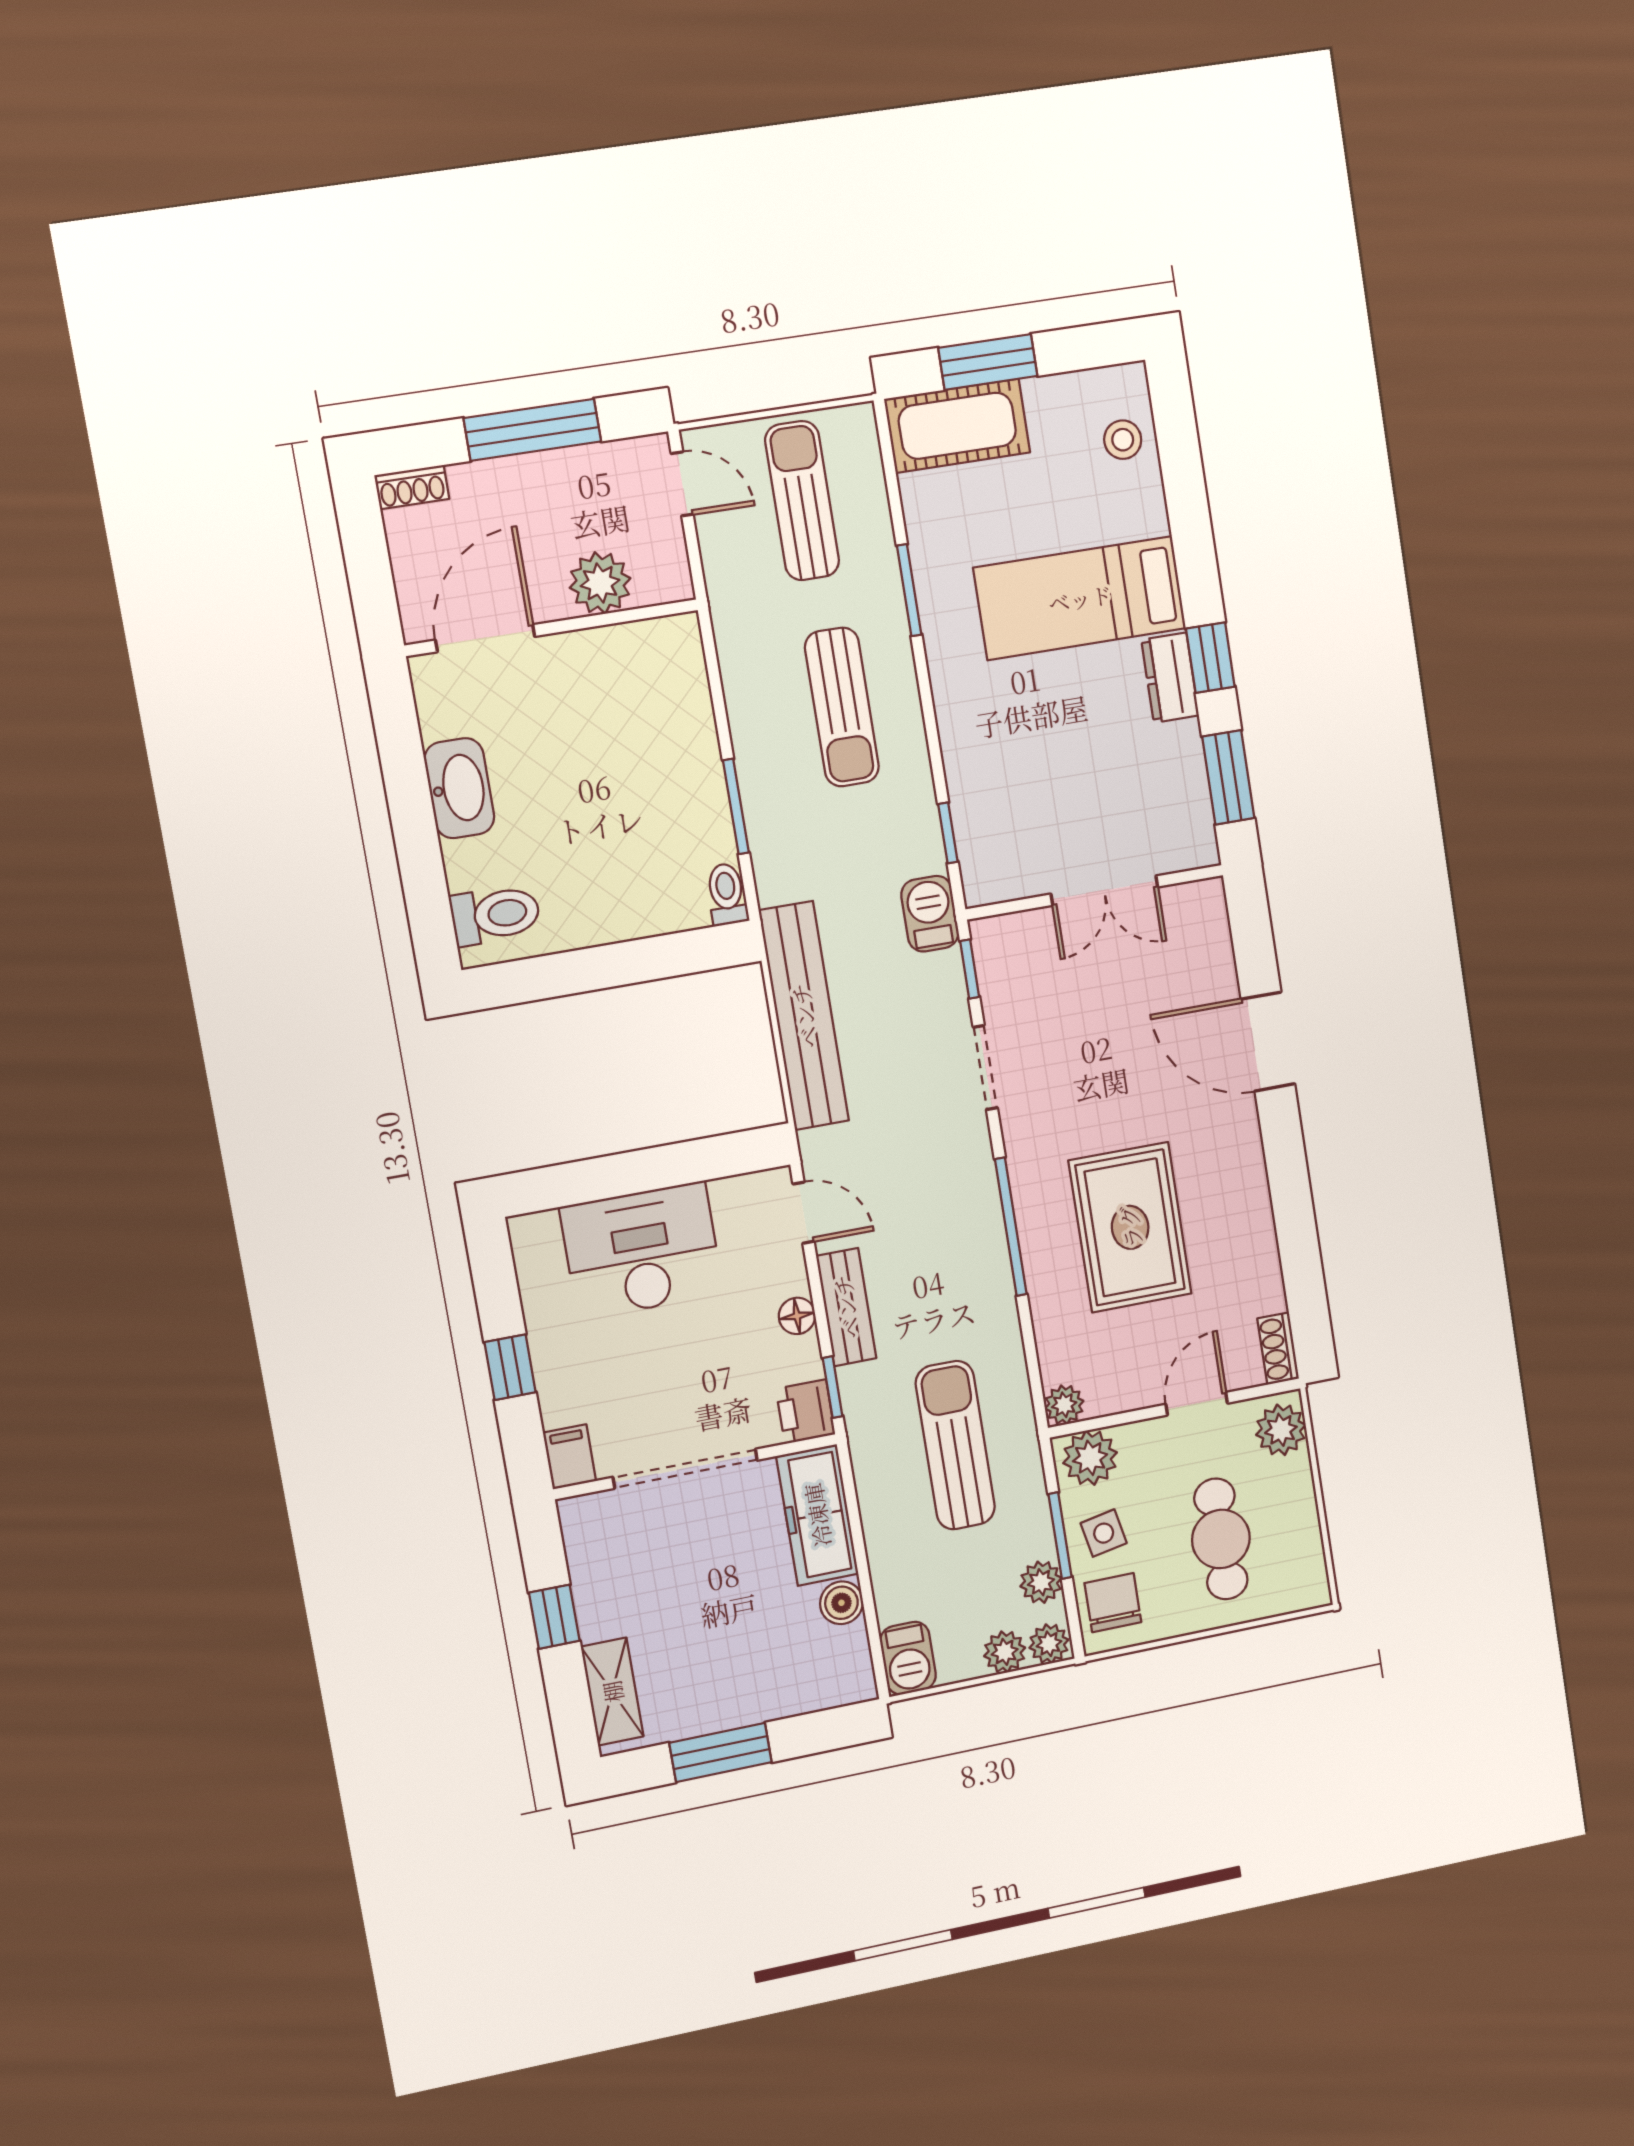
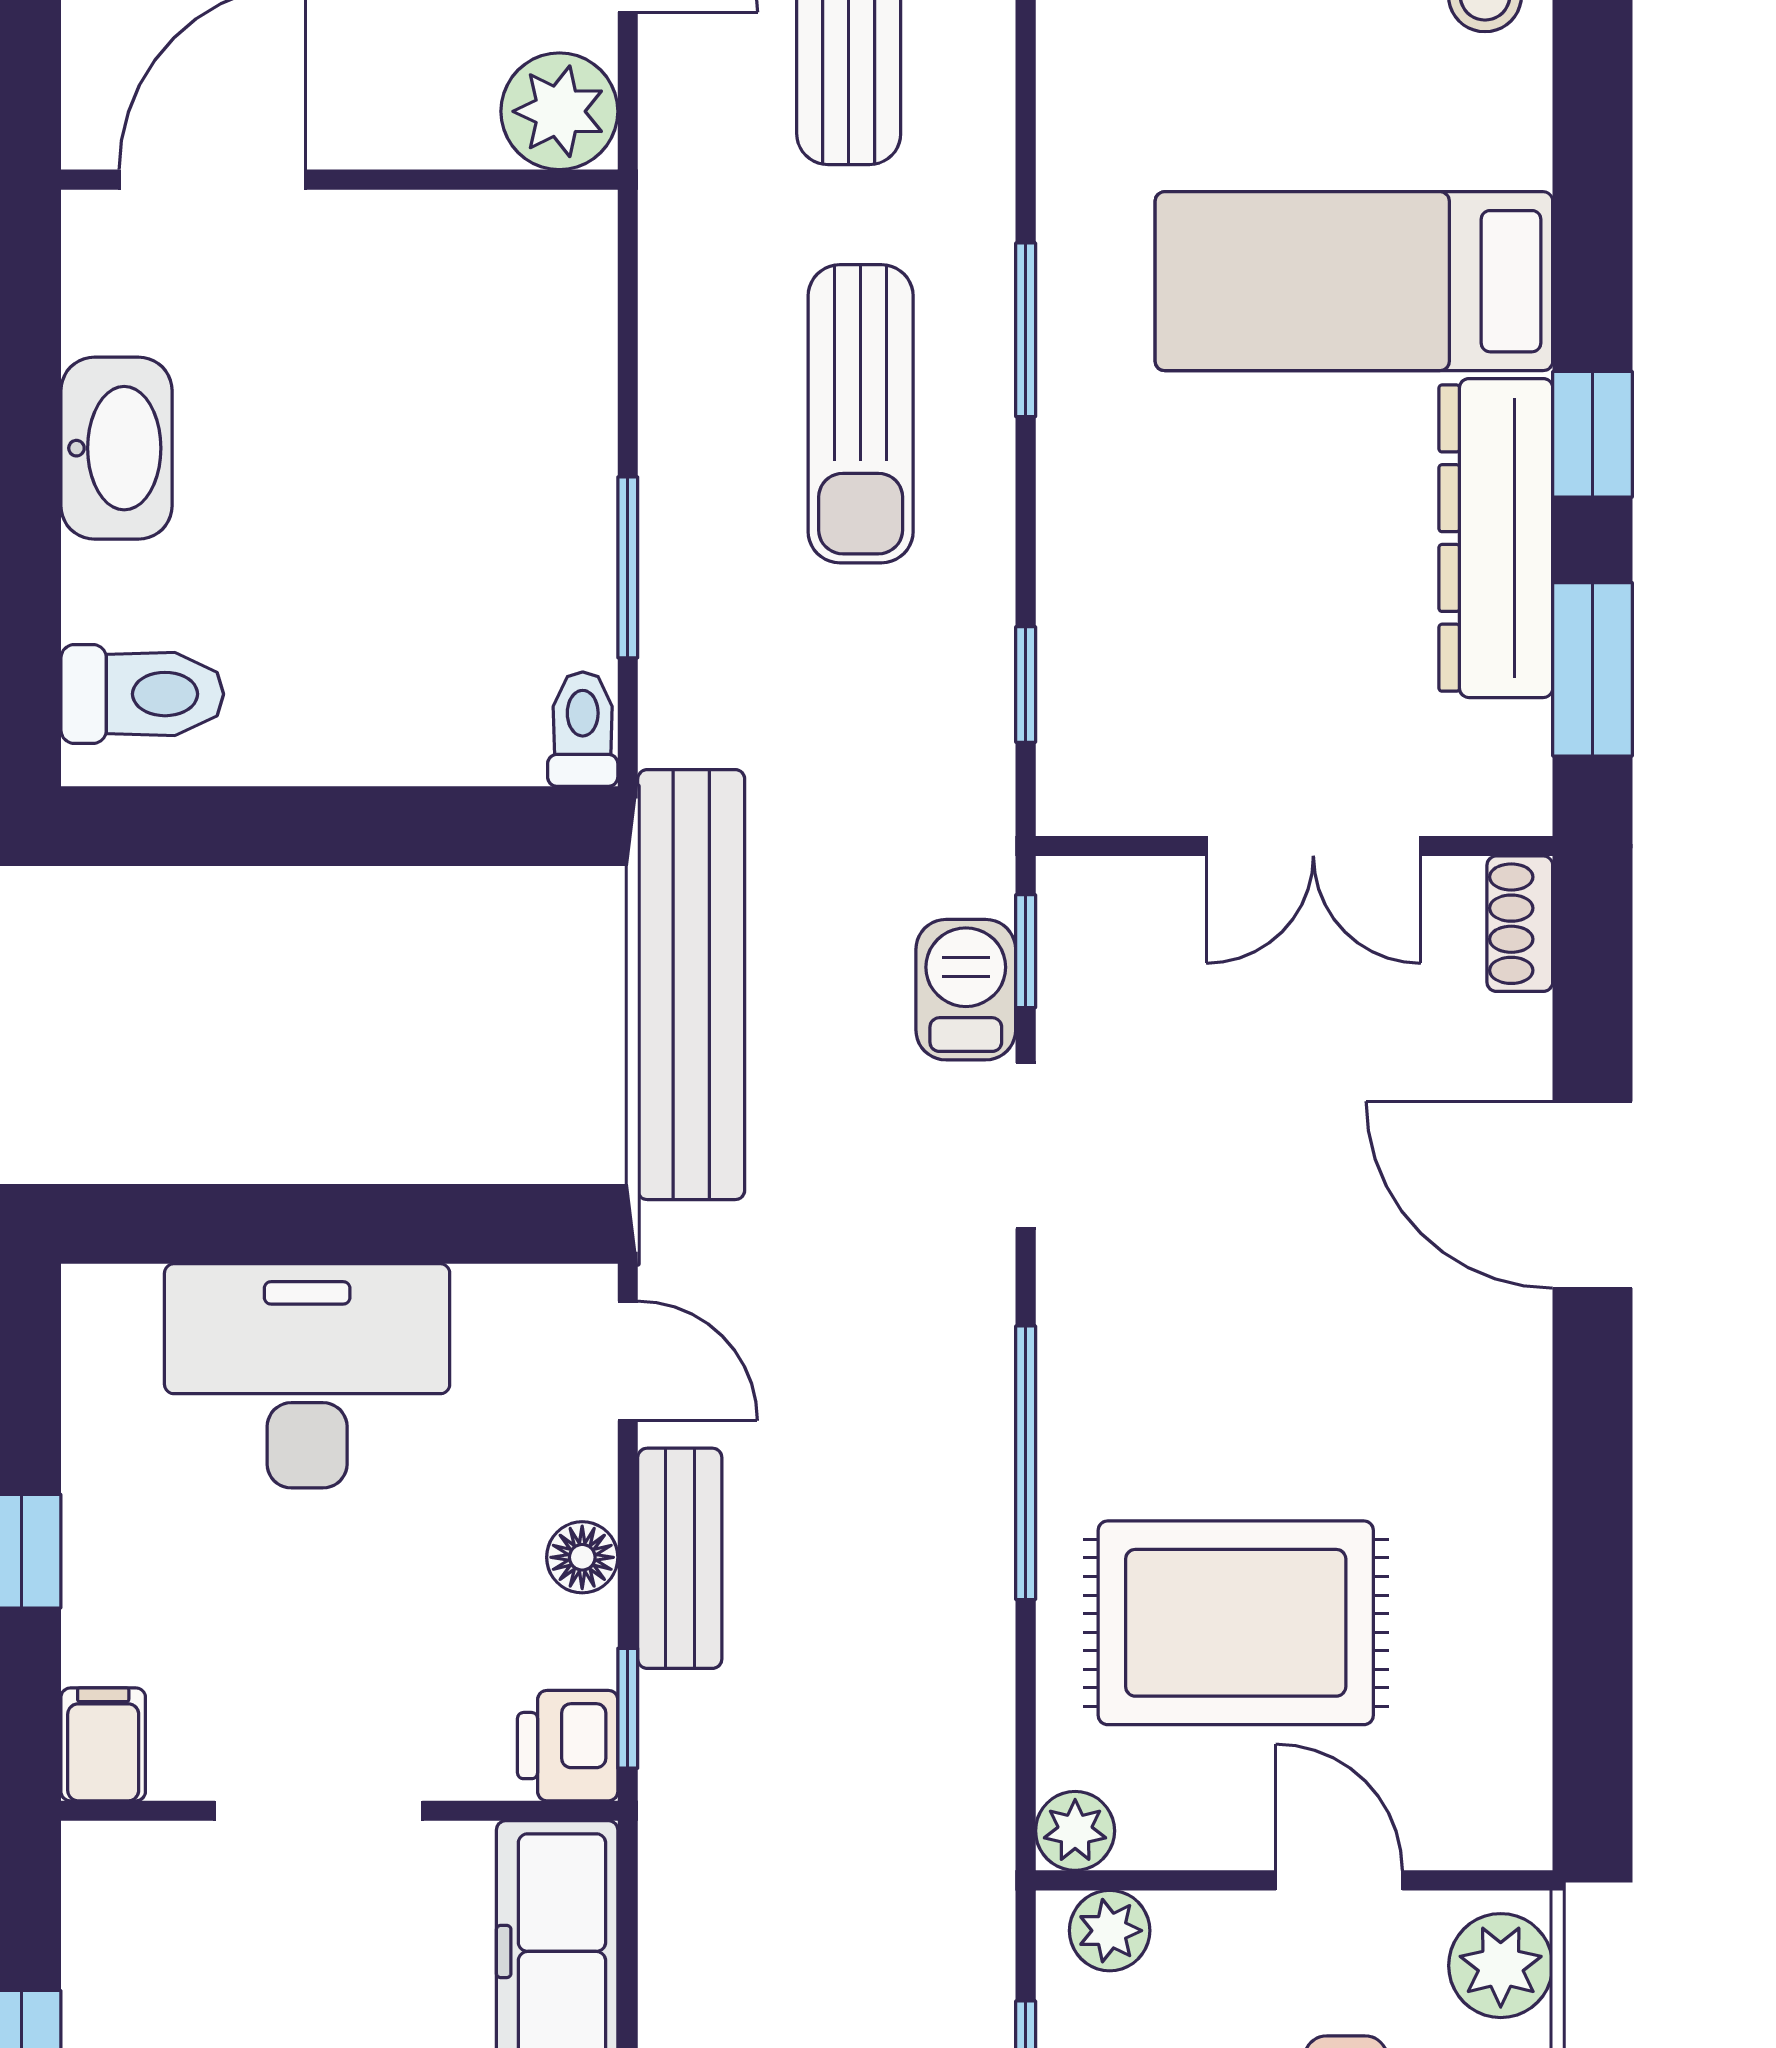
plant: (600, 583) -> (559, 111), moved
window: (909, 590) -> (1026, 330), moved
dresser: (1170, 678) -> (1496, 538), width x1.96, depth x1.24
barbecue: (930, 914) -> (966, 990), moved
rug: (1130, 1227) -> (1236, 1623), moved, turned 90
shoe rack: (1278, 1349) -> (1520, 924), moved
door: (1197, 1404) -> (1339, 1880), hinge flipped
sun lounger: (955, 1445) -> (848, 1868), removed
plant: (1090, 1458) -> (1110, 1931), width x0.73, depth x0.73
doorway: (685, 1469) -> (319, 1811), width x0.73

